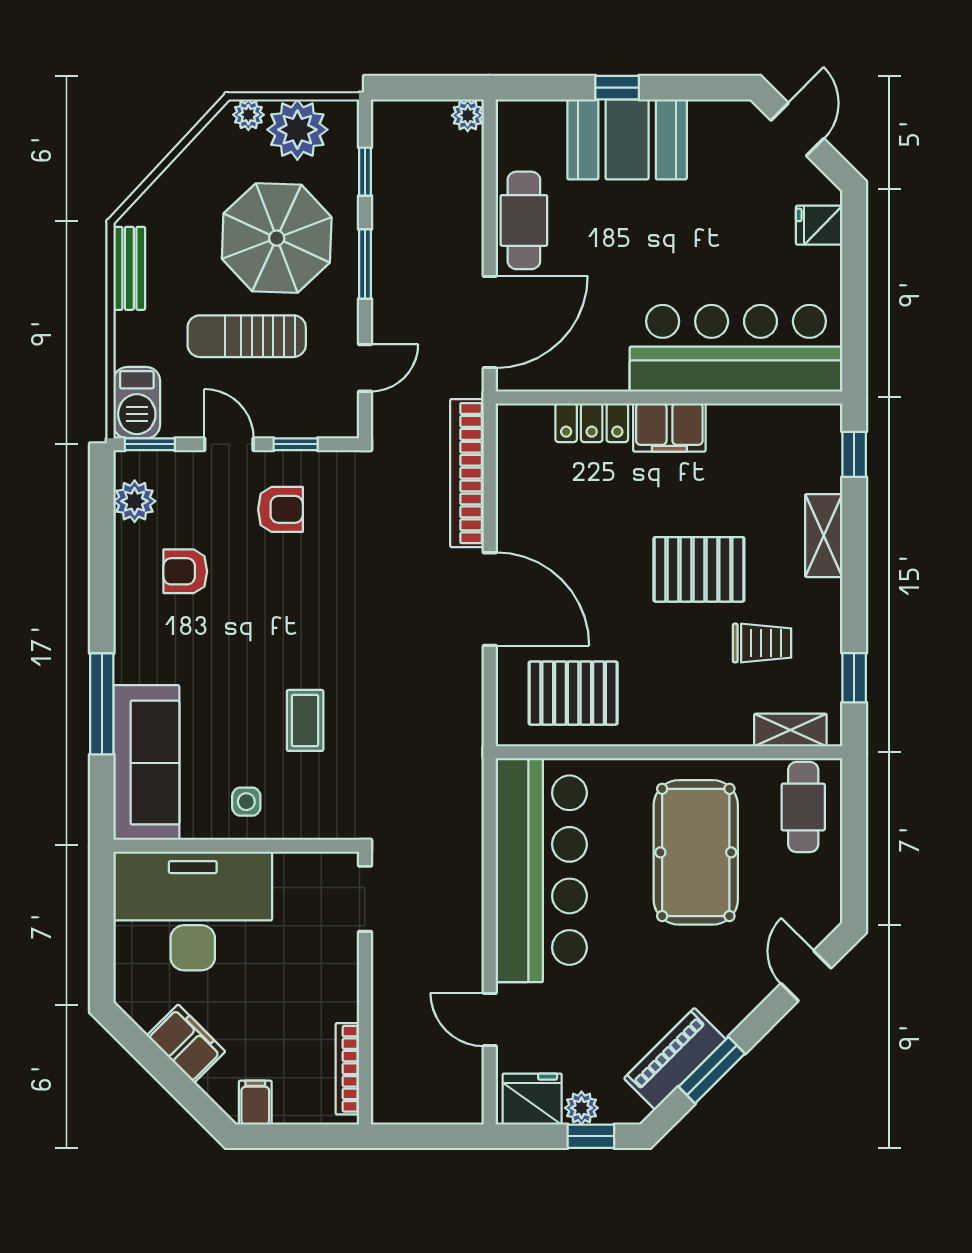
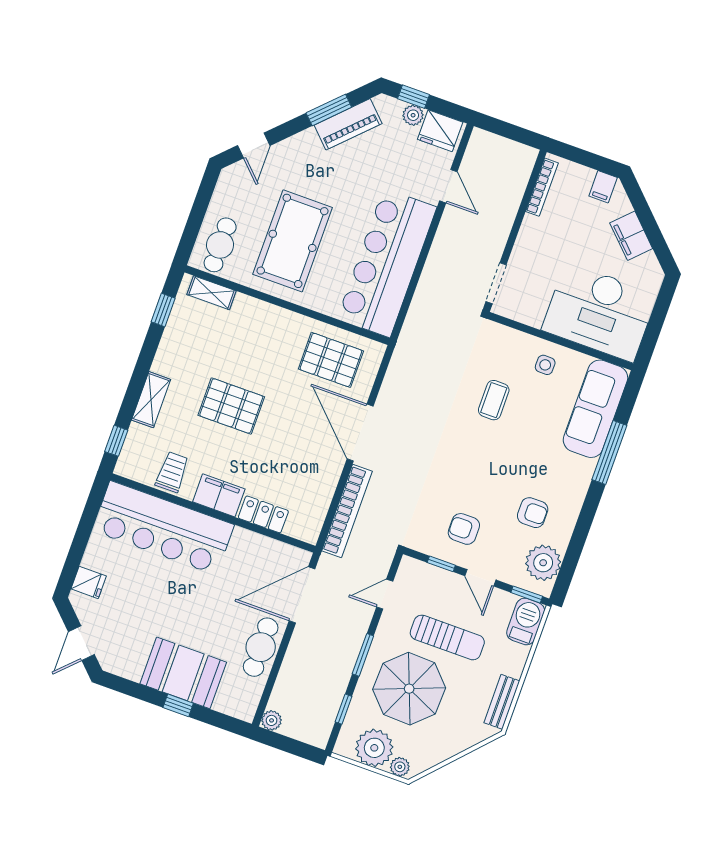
plant: (135, 501) -> (543, 563), width x1.36, depth x1.36
trolley: (762, 643) -> (172, 472), moved, turned 90

